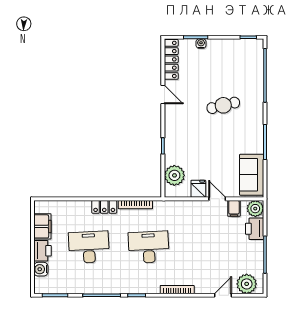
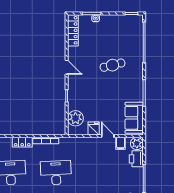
door: (163, 95) -> (67, 67), moved

